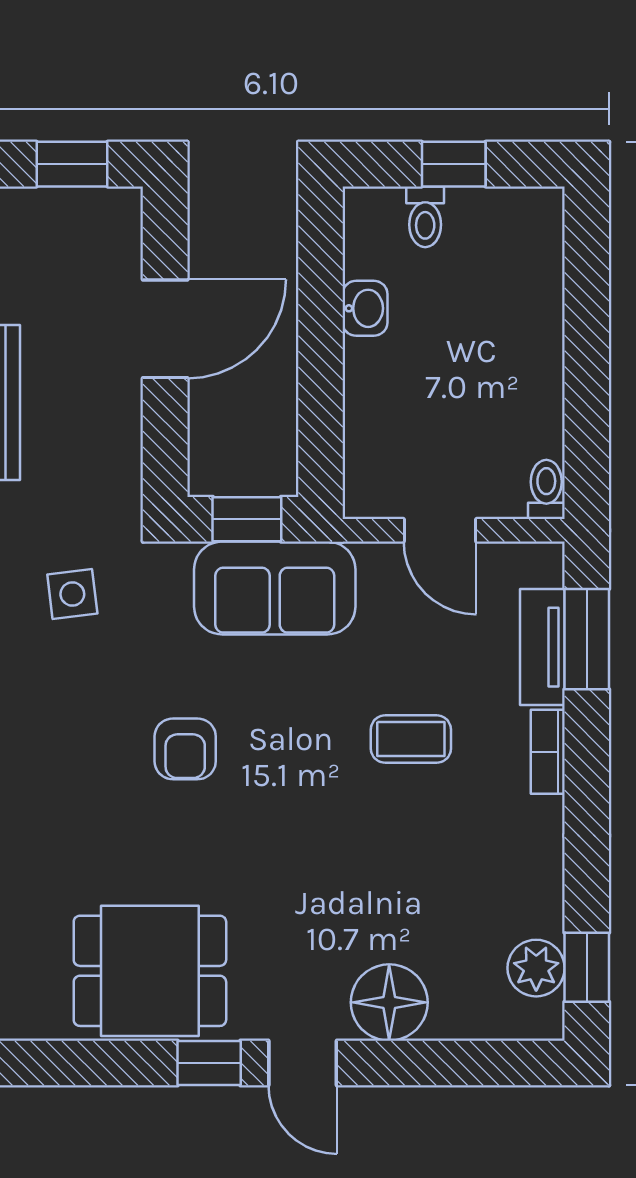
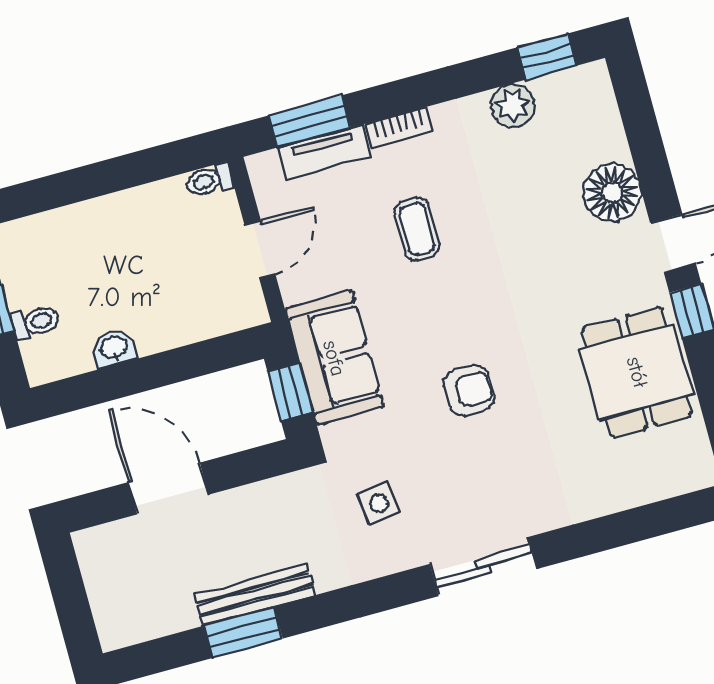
window: (72, 164) -> (68, 589), removed
plant: (536, 968) -> (513, 105), moved

